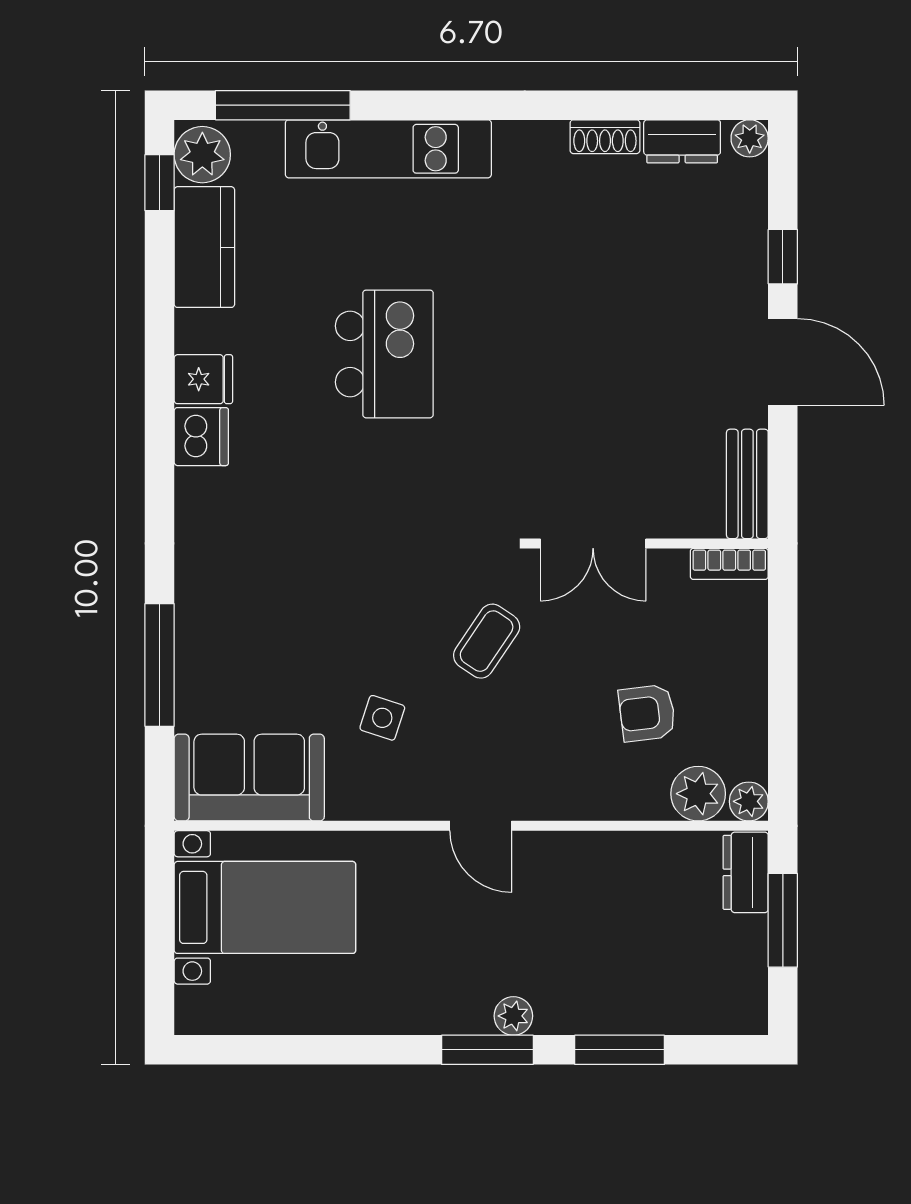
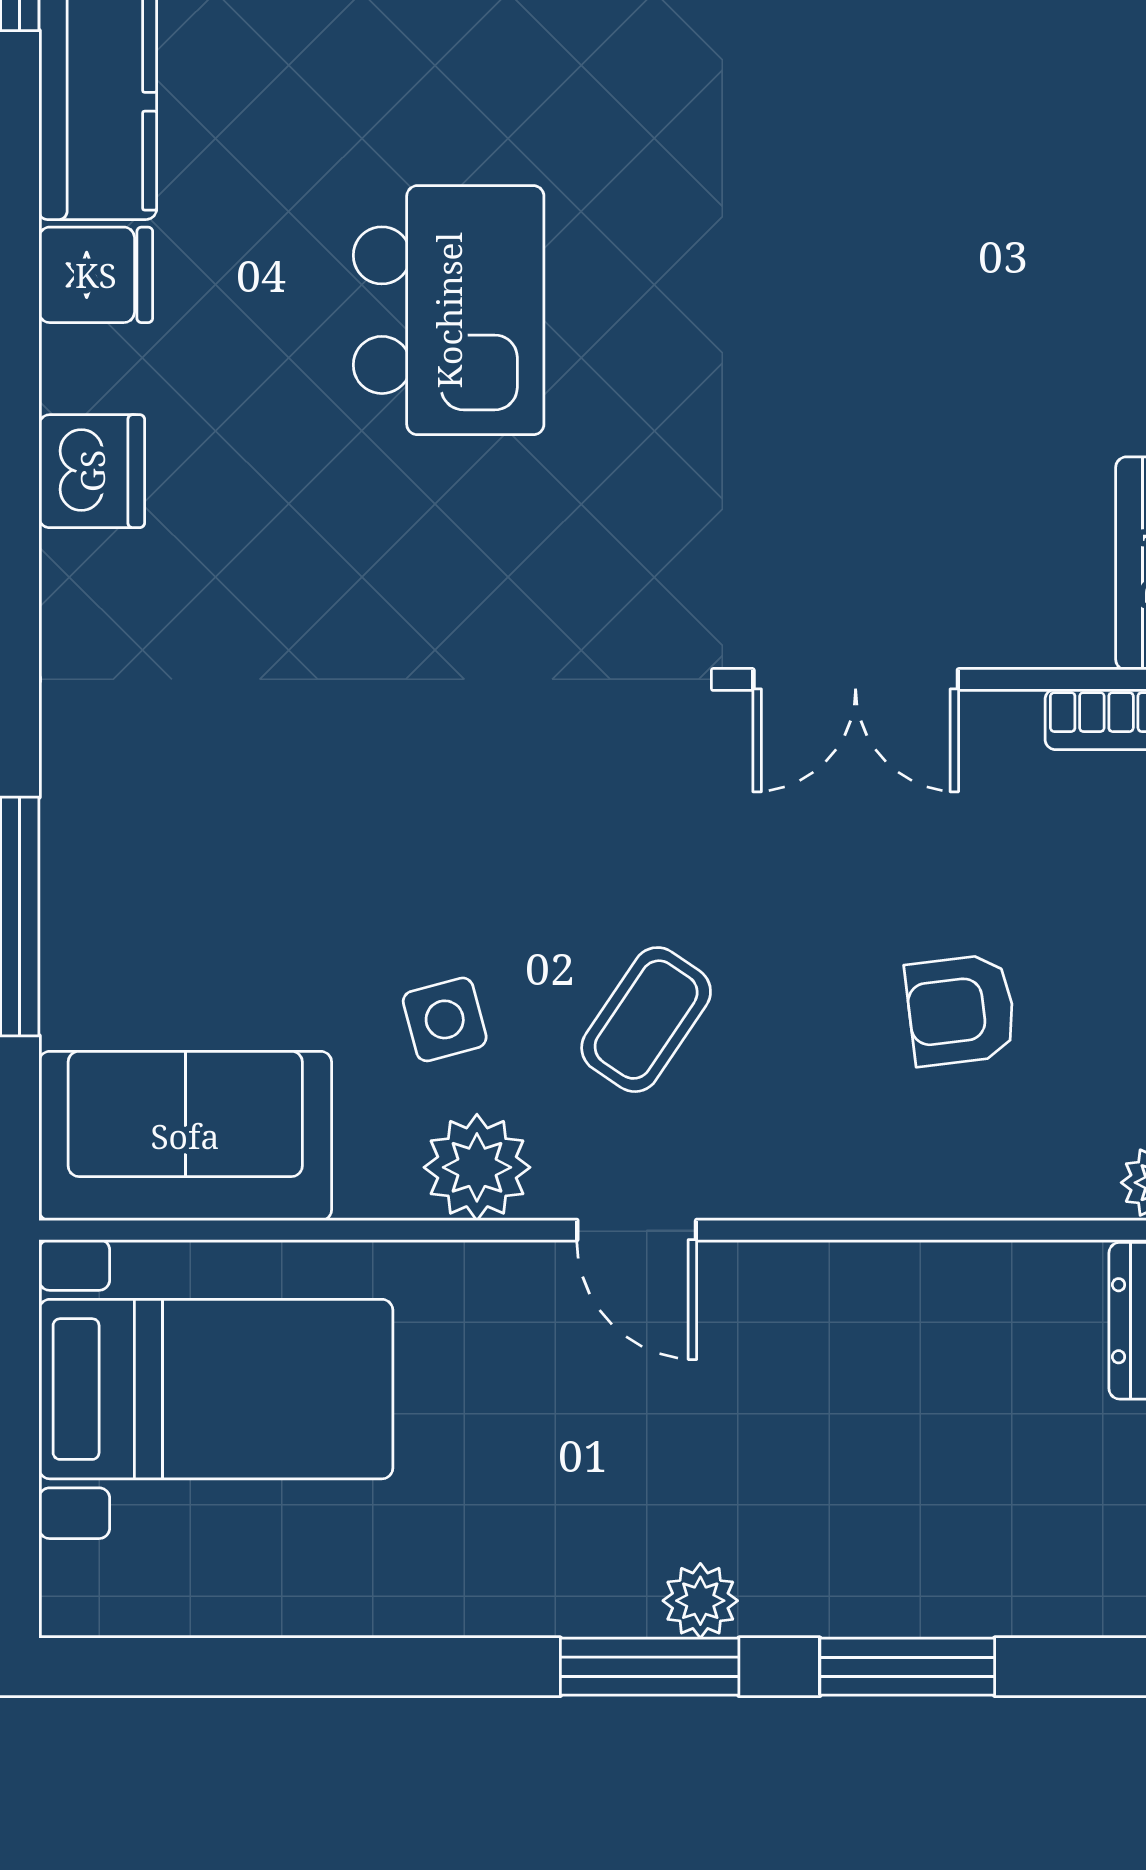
fridge: (203, 379) -> (96, 275), moved
coffee table: (487, 641) -> (646, 1020), moved
side table: (382, 718) -> (445, 1019), turned -33
plant: (698, 794) -> (477, 1167), moved

